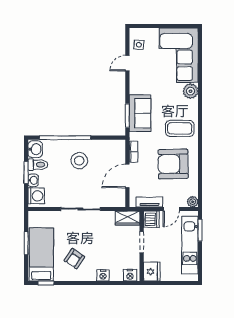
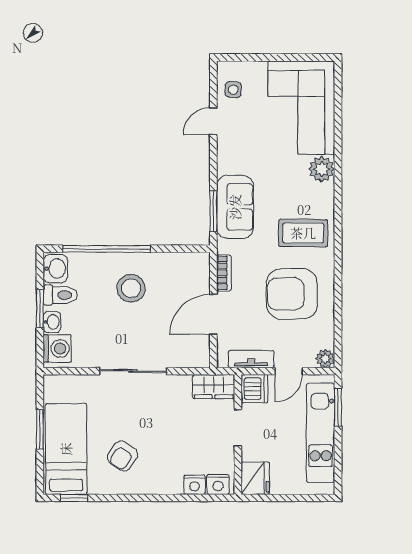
nightstand: (103, 275) -> (195, 485), moved

